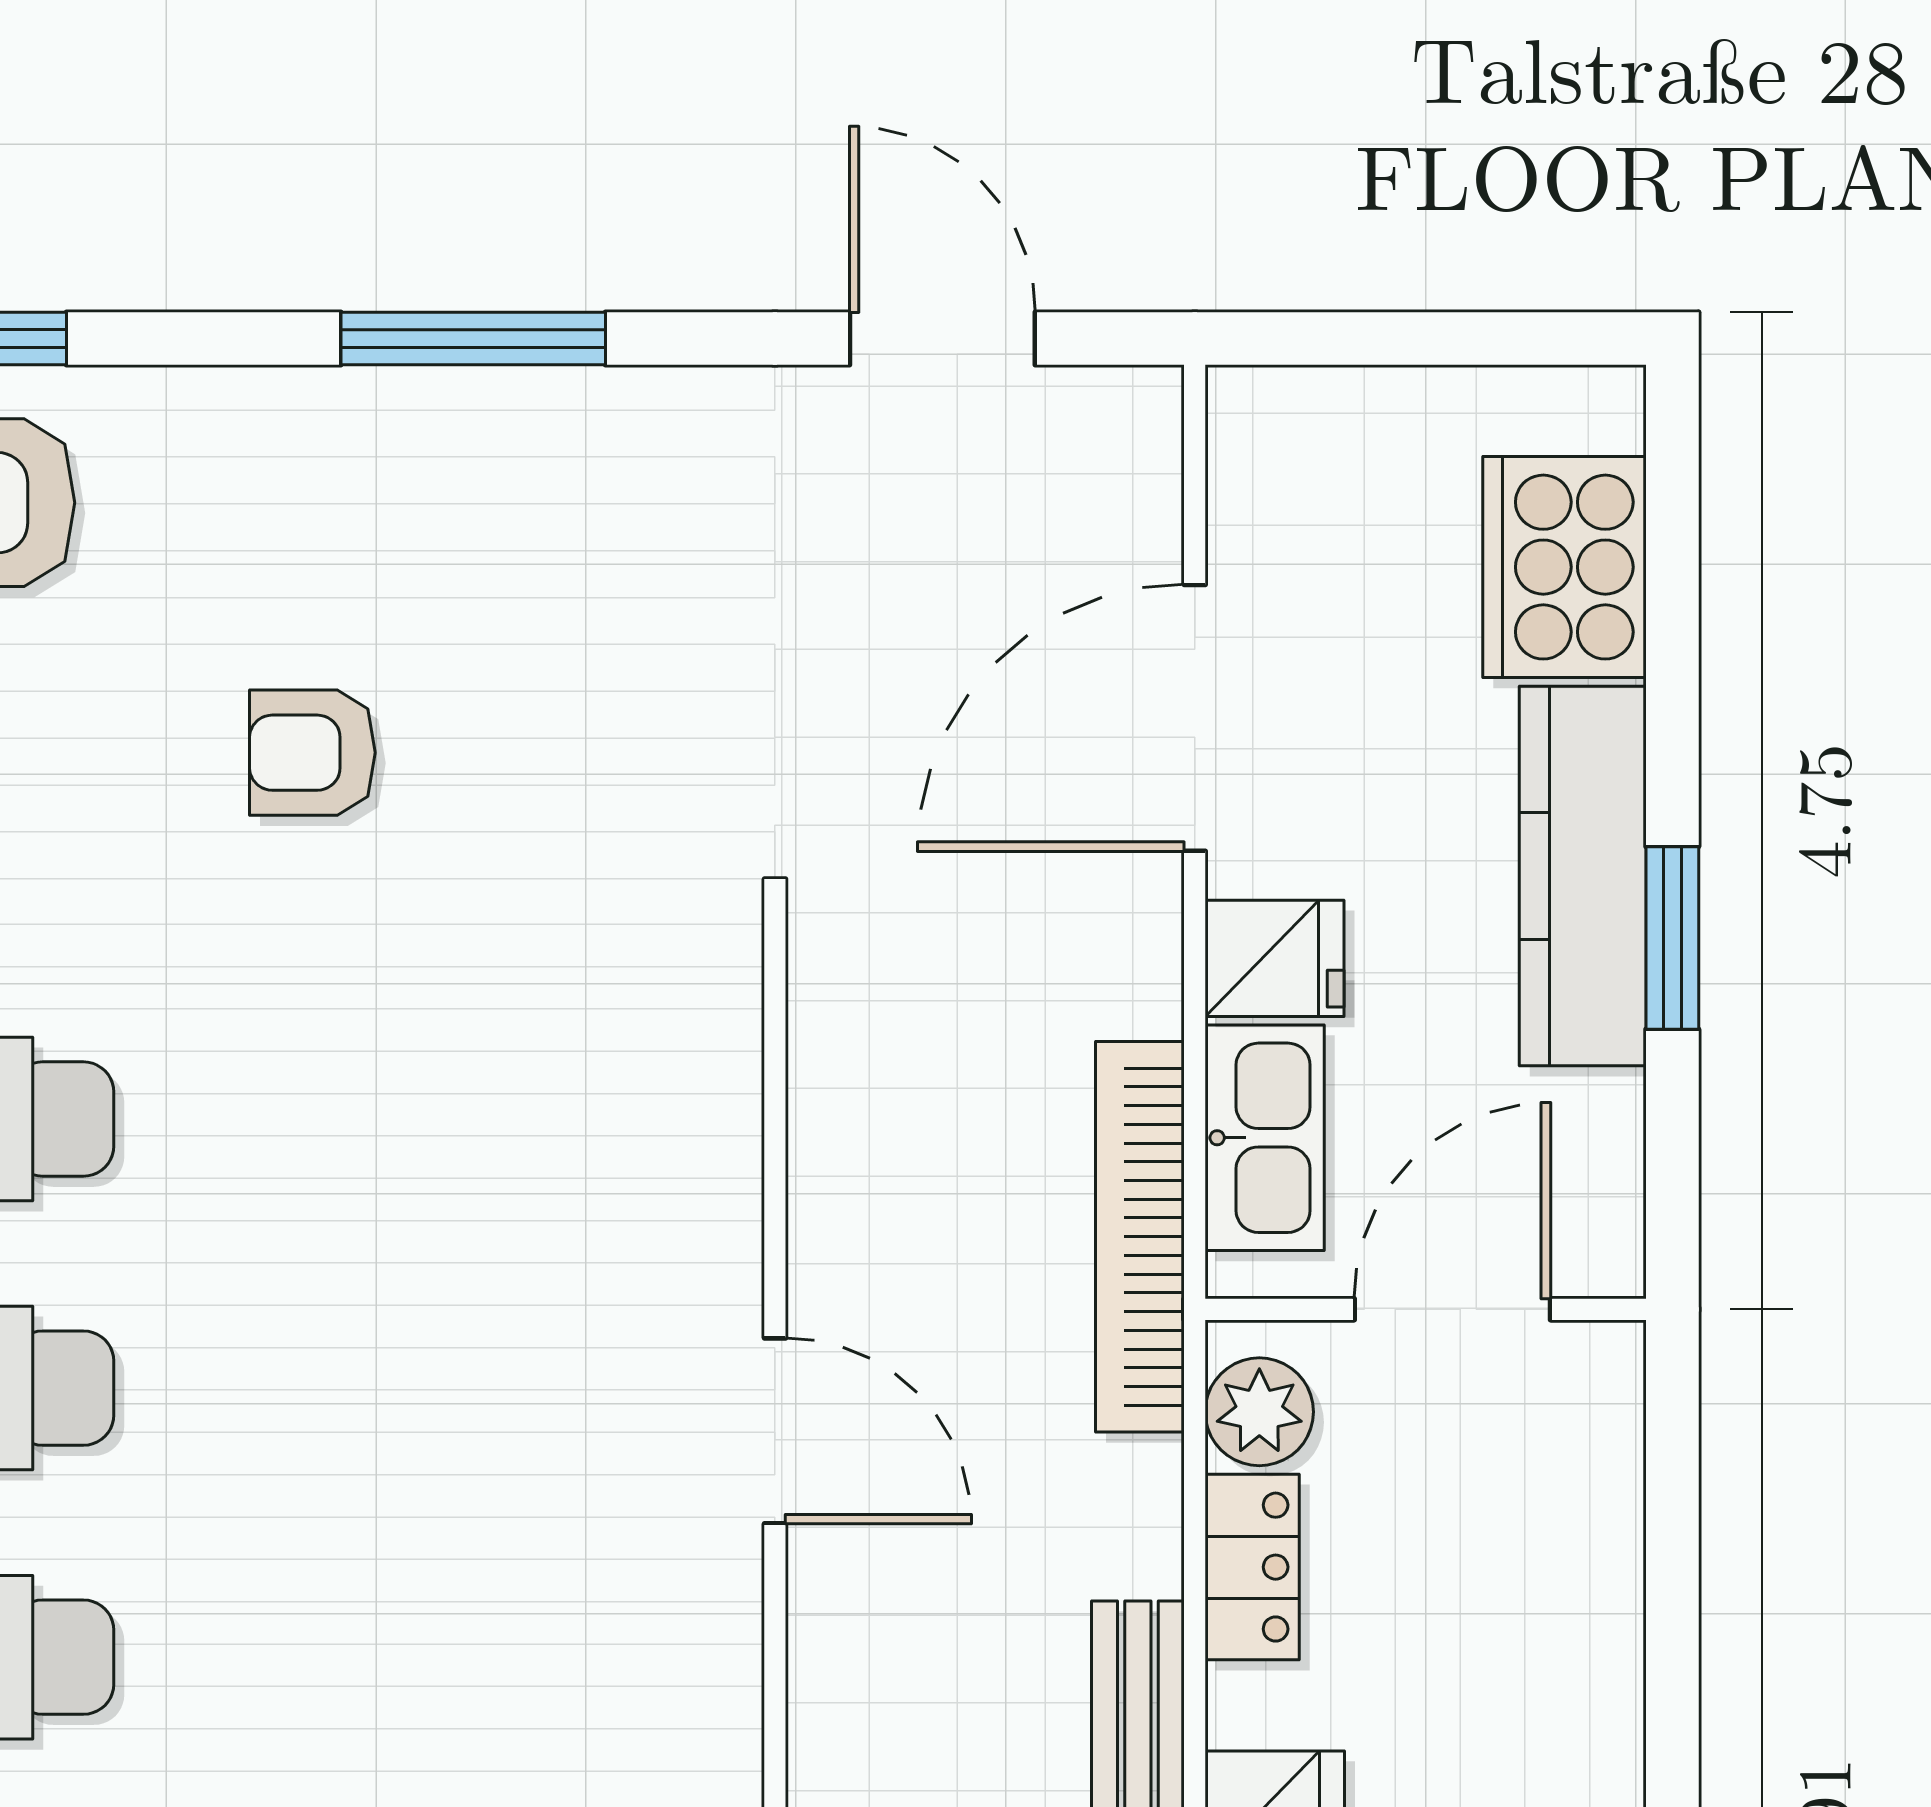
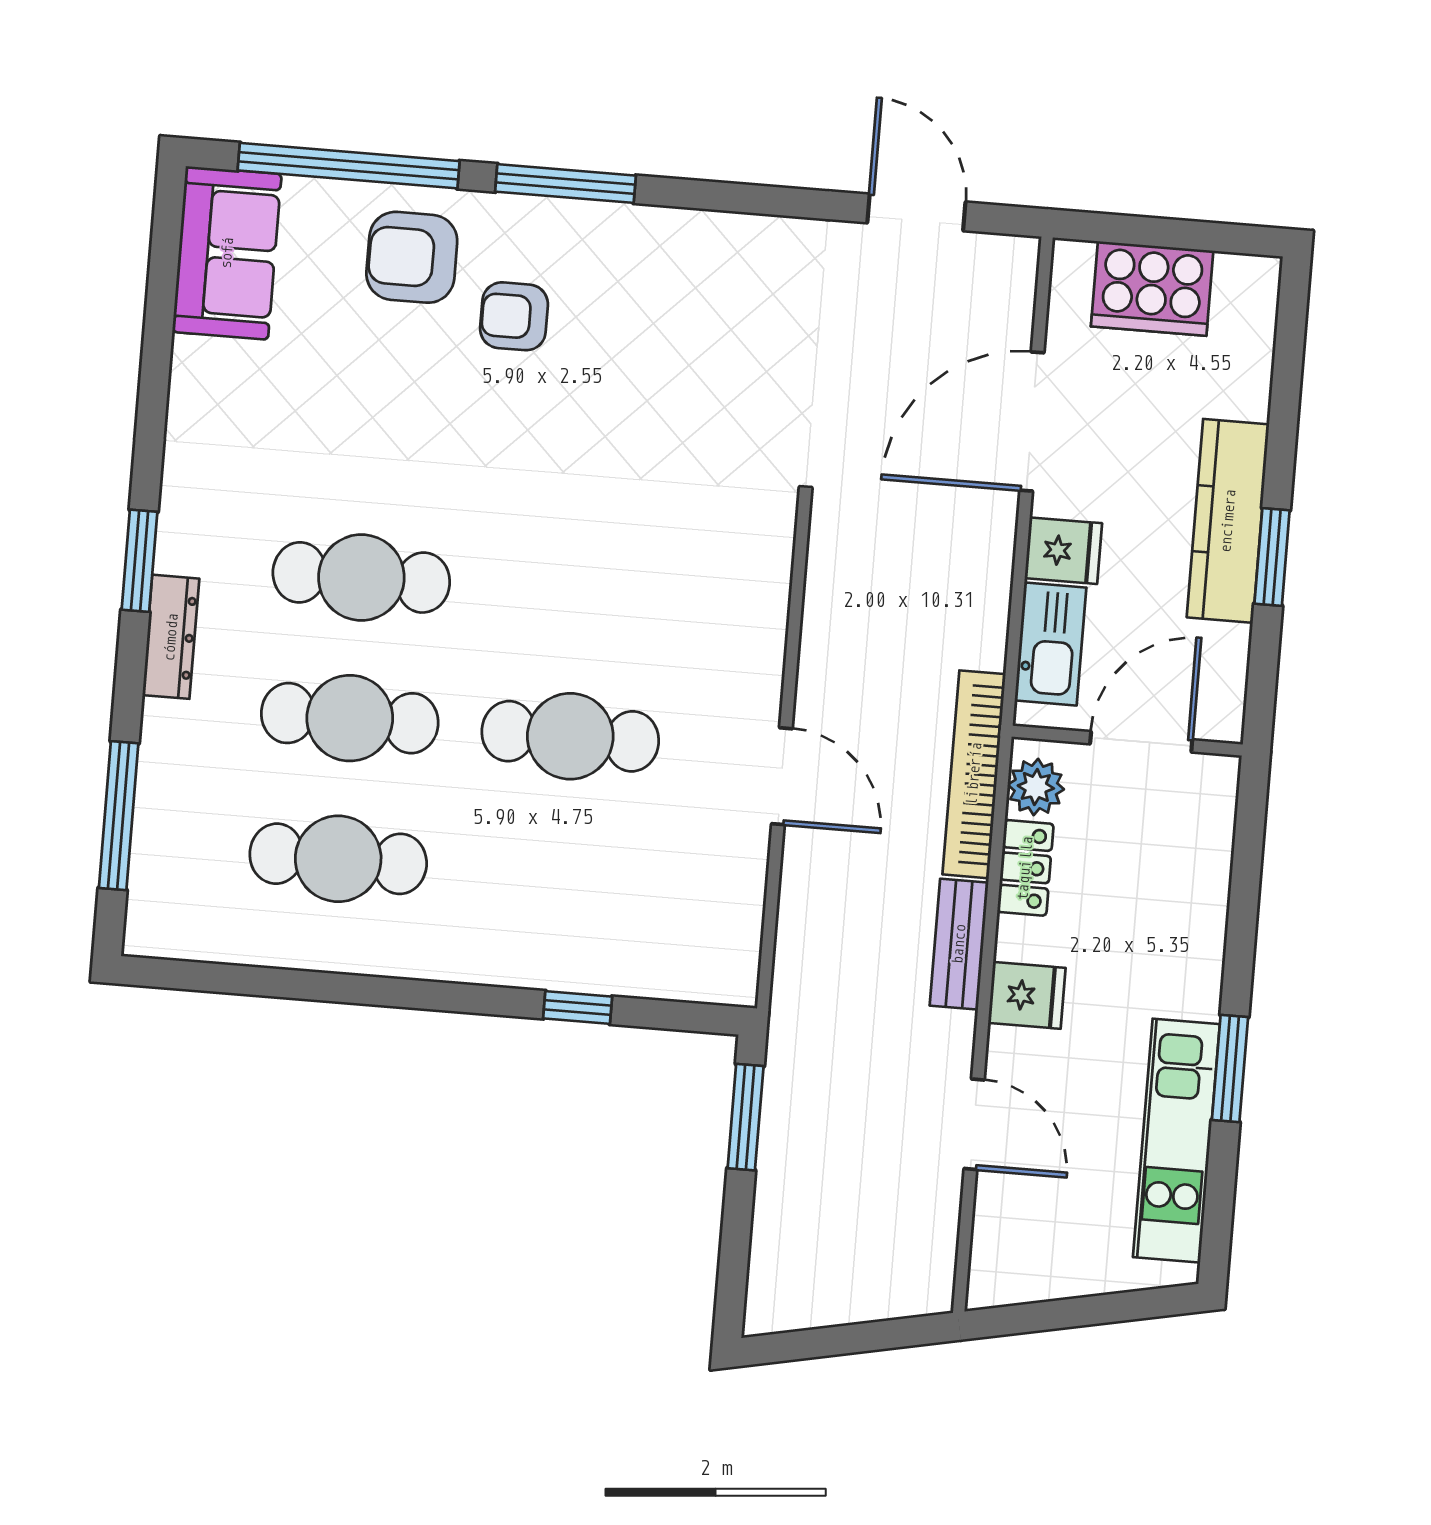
window: (473, 338) -> (566, 184), moved
cooker: (1564, 567) -> (1152, 289), moved, turned -90
armchair: (312, 753) -> (514, 316), moved
bookcase: (1140, 1237) -> (974, 774), moved
cafe table: (367, 1388) -> (570, 736), added

